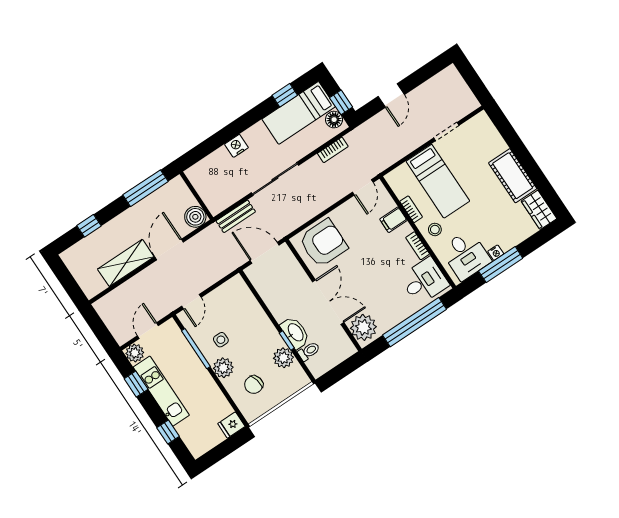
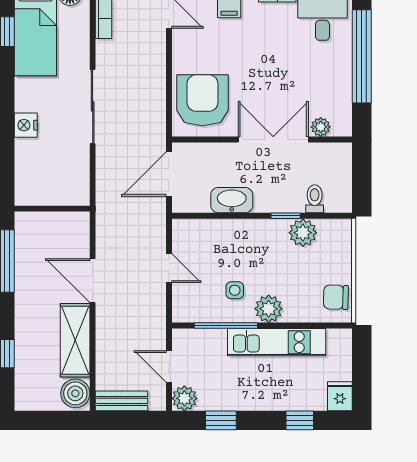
bench: (236, 216) -> (122, 401), moved, turned 90
boiler: (195, 217) -> (75, 393), moved
door: (191, 302) -> (169, 268), moved
plant: (363, 327) -> (321, 127), width x0.53, depth x0.53
washbasin: (295, 333) -> (232, 200), moved
chair: (254, 385) -> (336, 297), moved, turned 105
kitchen unit: (161, 391) -> (277, 342), moved, turned 180
fridge: (231, 425) -> (340, 396), moved, turned 180

